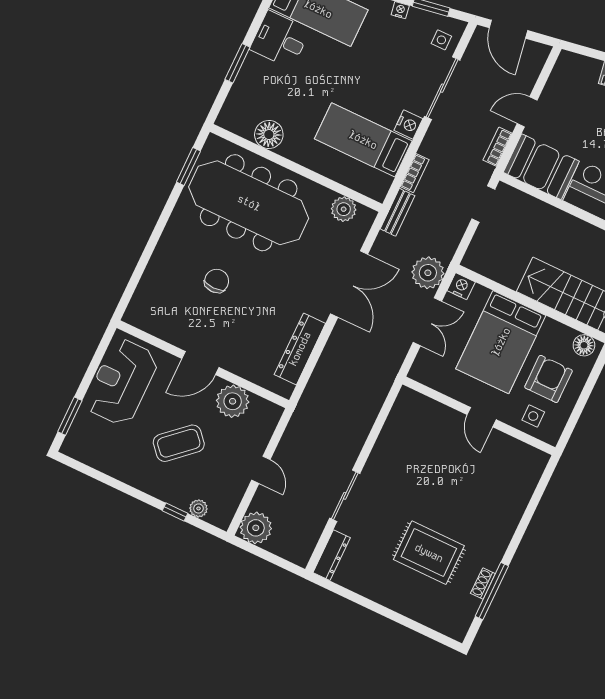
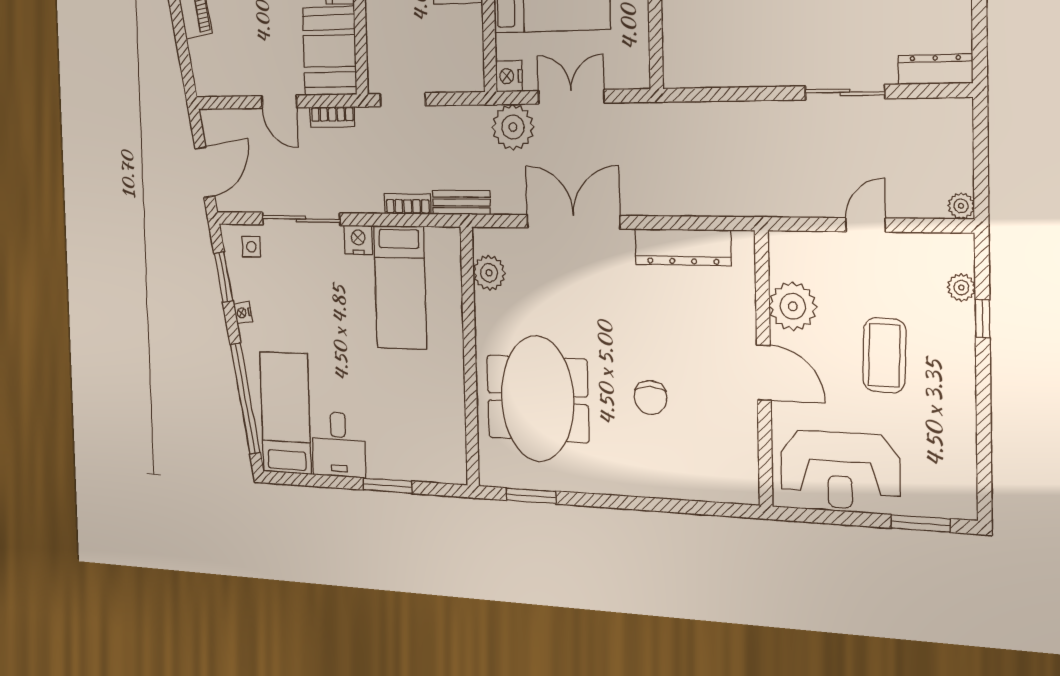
floor lamp: (269, 135) -> (448, 409), removed
meeting table: (249, 203) -> (538, 399), width x0.73
chair: (217, 281) -> (650, 397), turned -90
coffee table: (179, 443) -> (884, 355), turned 44
plant: (256, 528) -> (961, 206), width x0.53, depth x0.53

